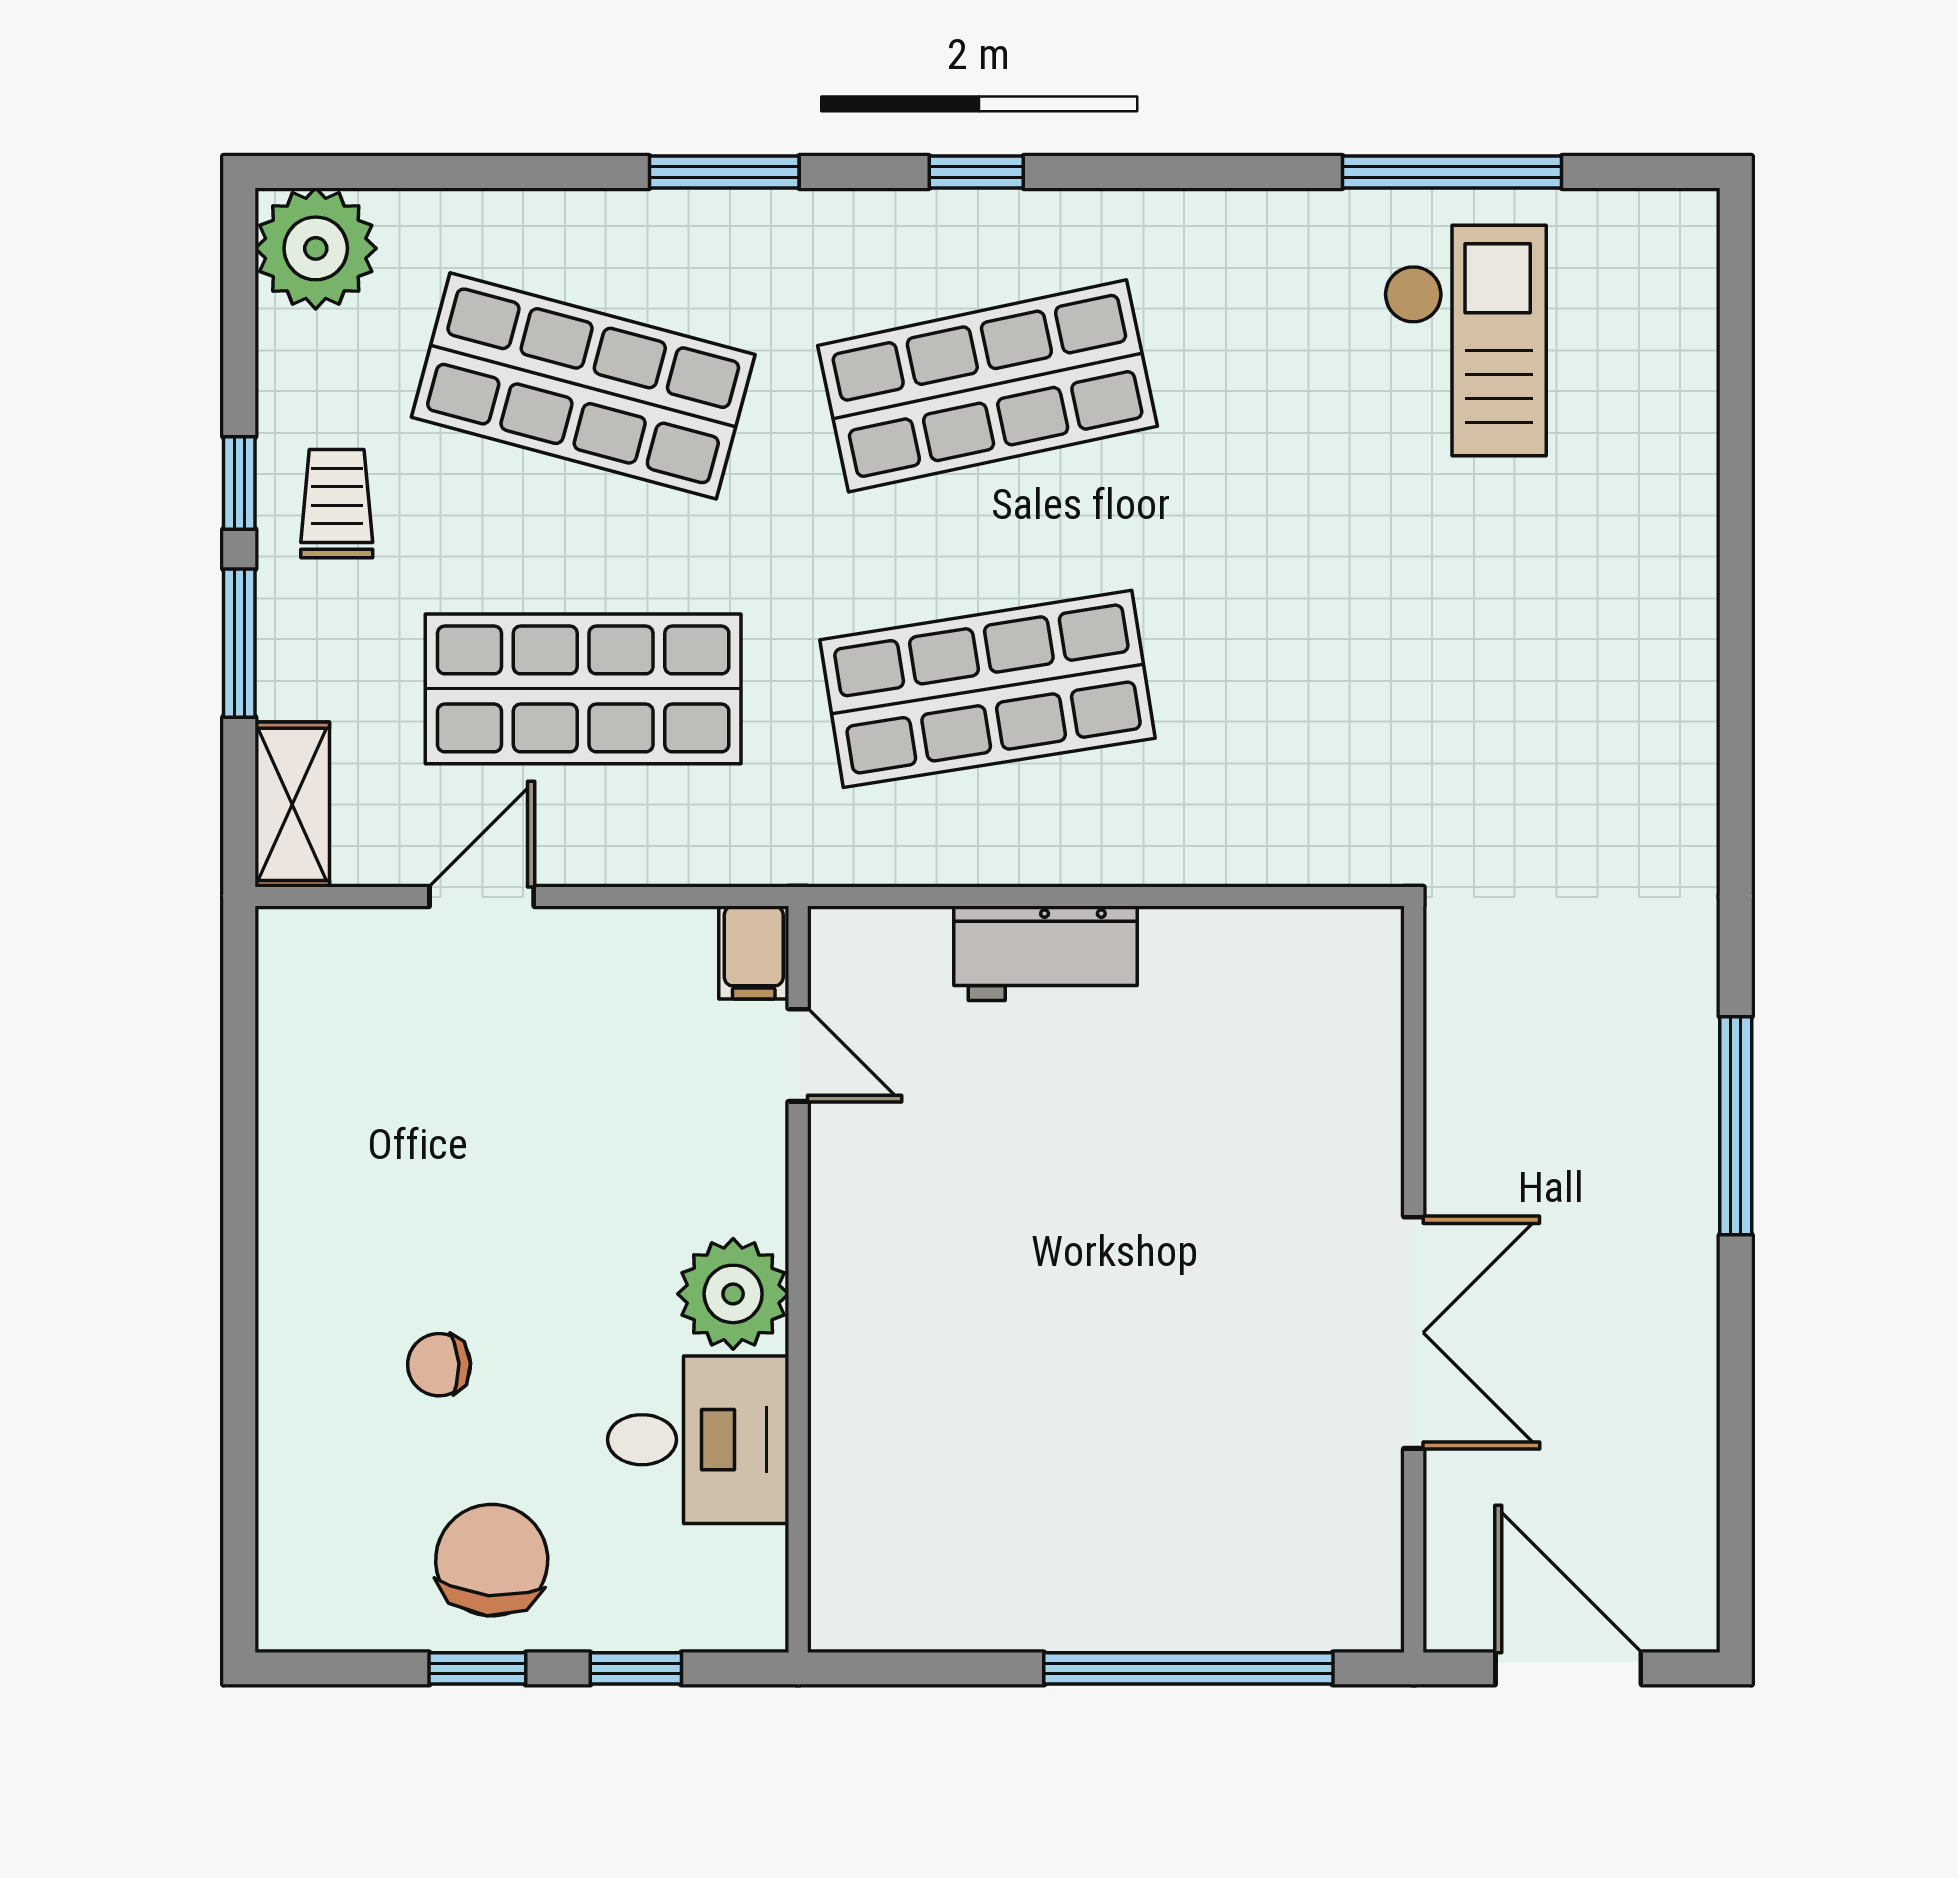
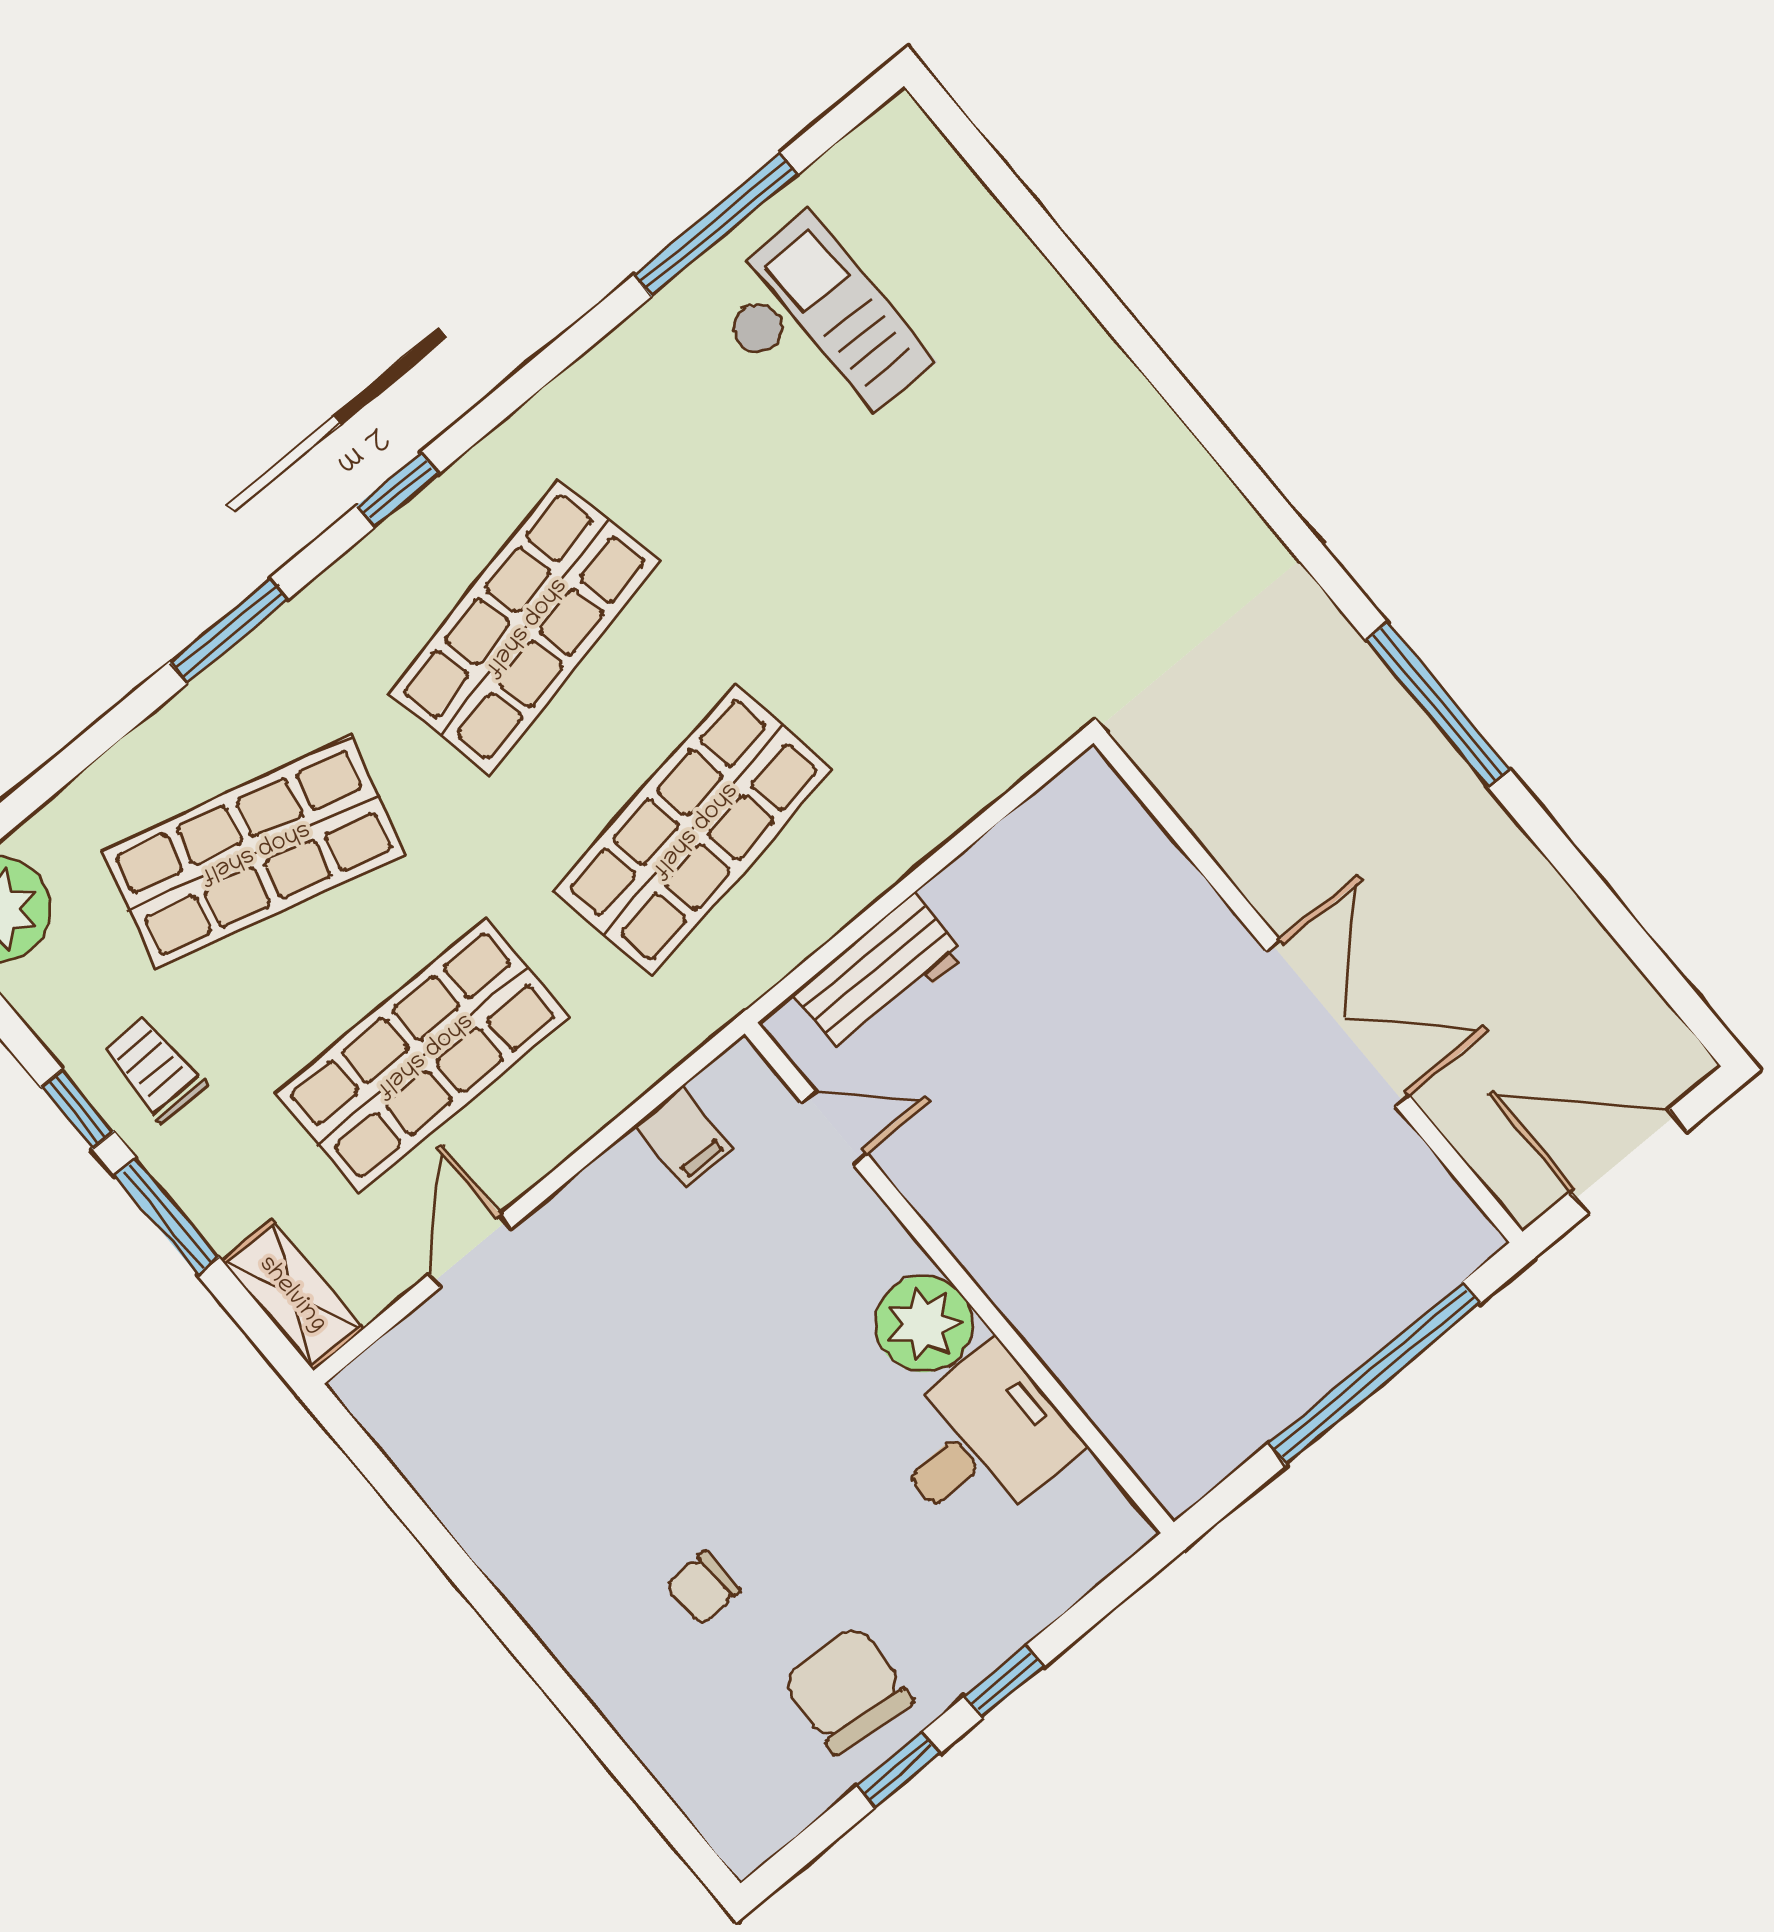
door: (798, 1055) -> (834, 1128), moved
wall: (798, 1279) -> (959, 1278), moved
plant: (733, 1294) -> (924, 1324), moved
desk: (698, 1440) -> (982, 1441), moved

